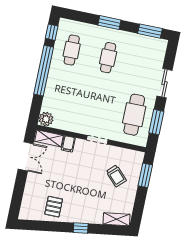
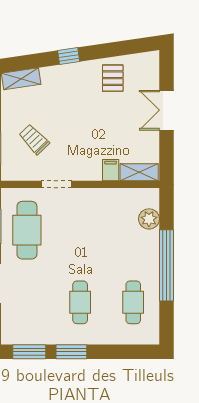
window: (109, 23) -> (71, 352), moved
window: (52, 32) -> (166, 321), removed
plant: (46, 119) -> (149, 219), moved
doorway: (97, 140) -> (57, 184), moved
double door: (26, 156) -> (166, 110), moved

